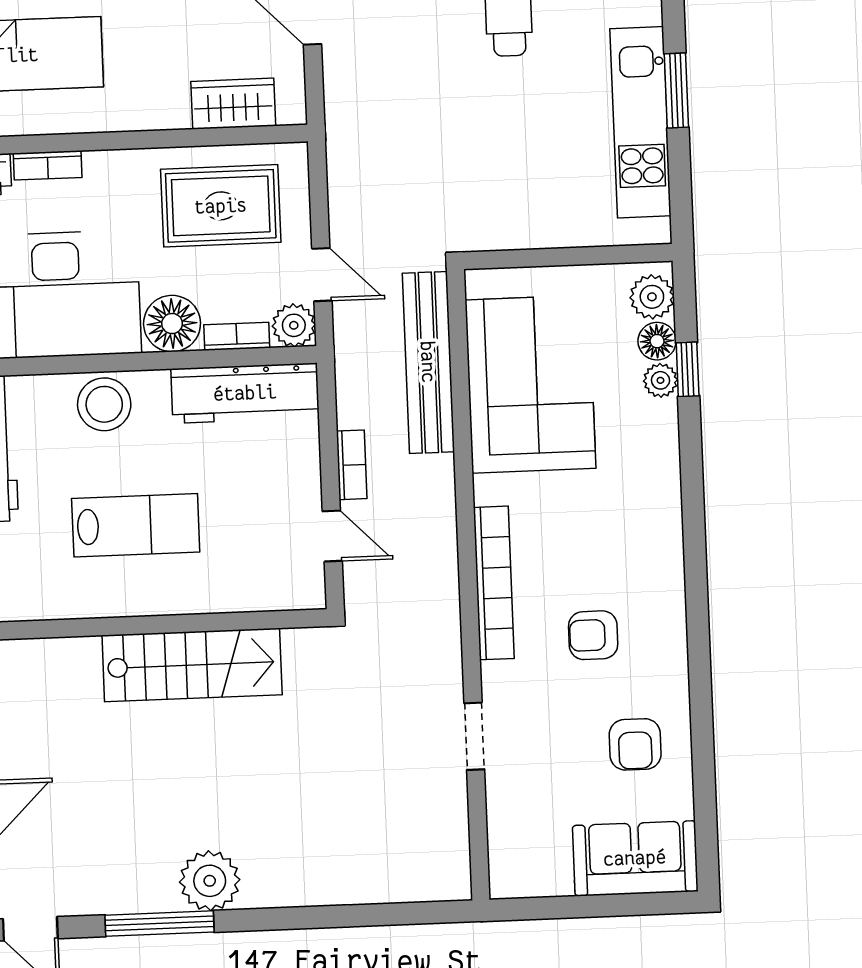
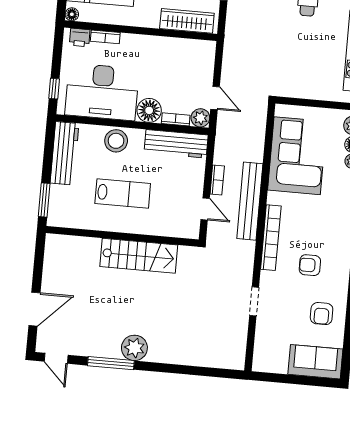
wardrobe: (233, 104) -> (187, 21), width x1.50
rug: (221, 206) -> (176, 63), removed
bench: (428, 362) -> (250, 201), moved

